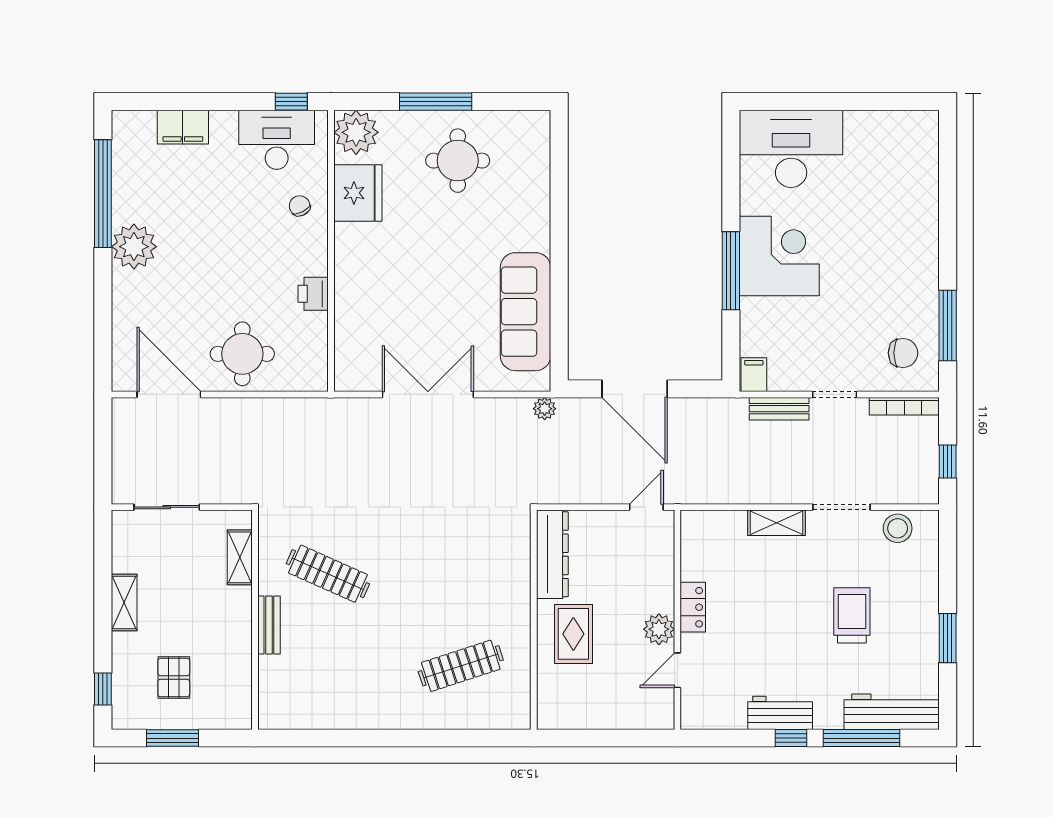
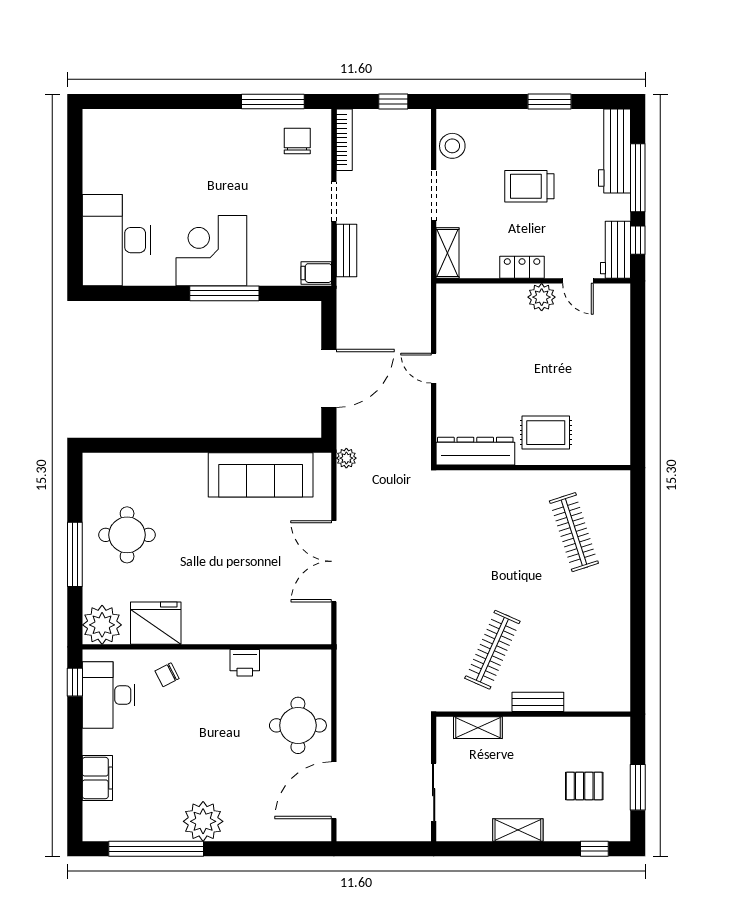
locker: (693, 607) -> (522, 267), moved
wall: (677, 620) -> (533, 281), moved
plant: (659, 629) -> (542, 297), moved
door: (677, 670) -> (578, 281), moved

